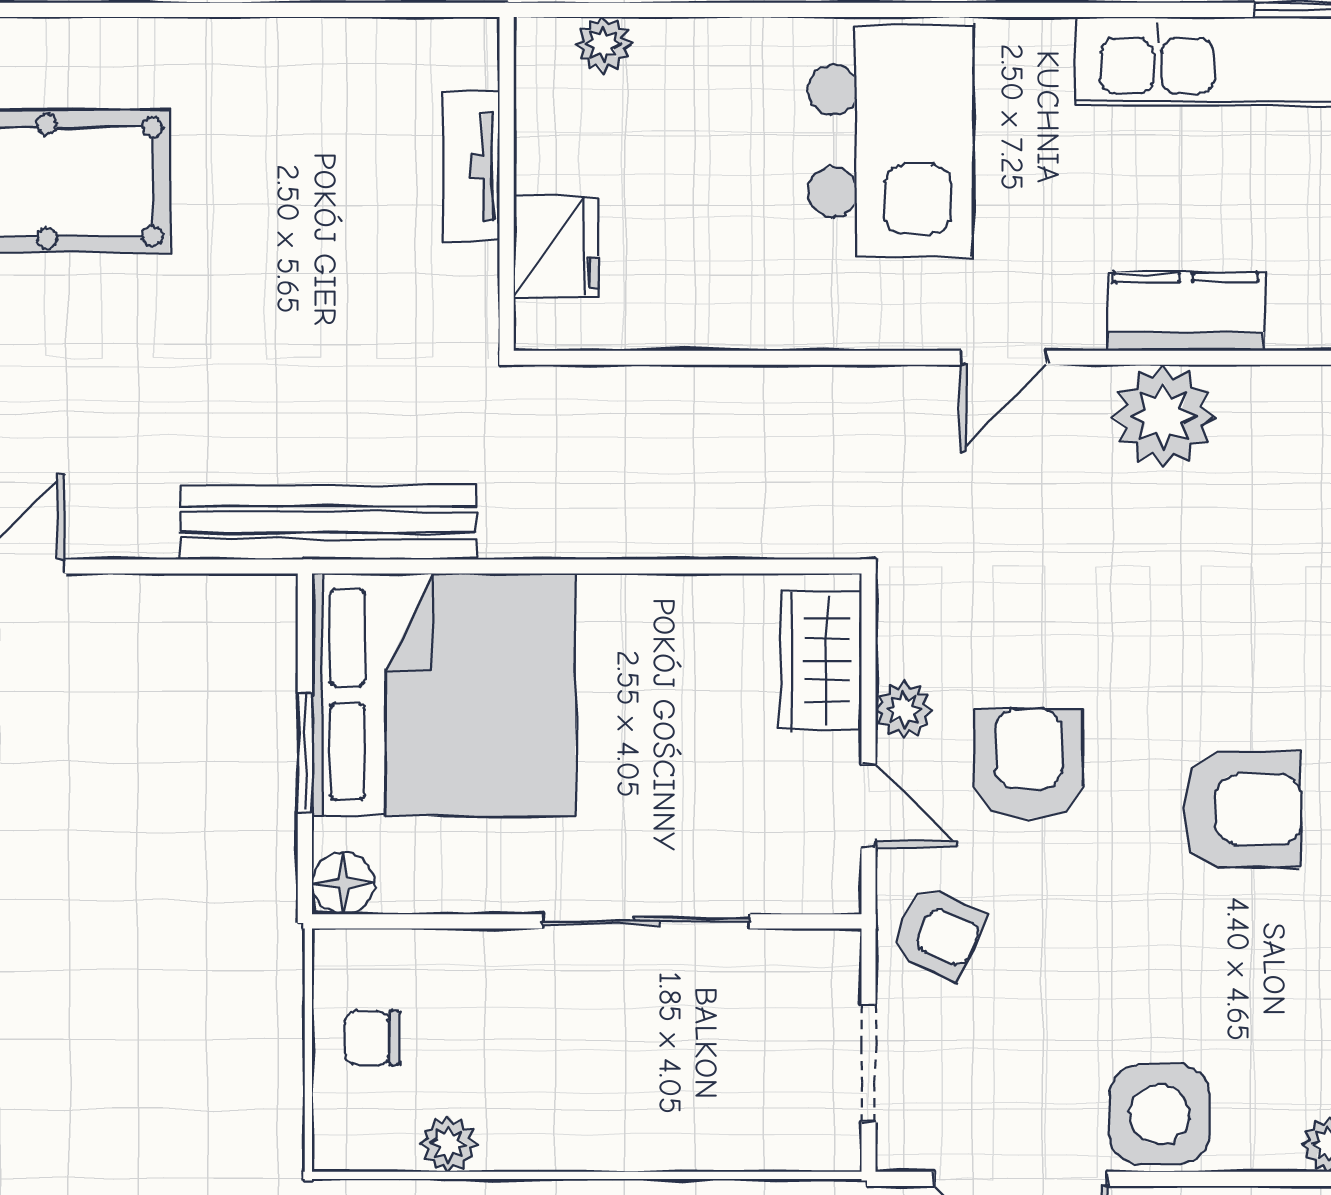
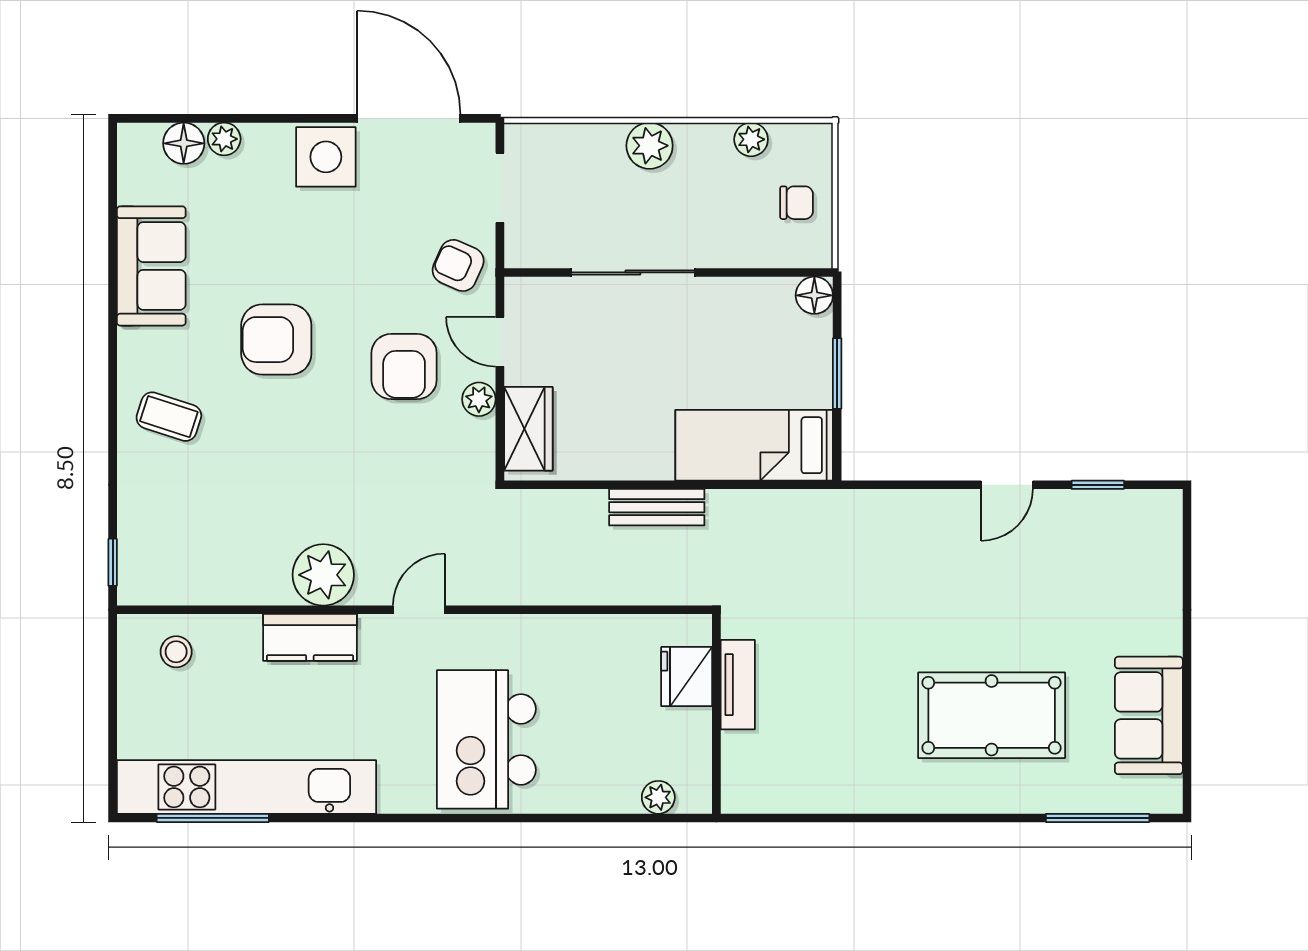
tv unit: (471, 166) -> (738, 685), moved
bench: (328, 523) -> (657, 507), moved, width x0.54, depth x0.82
bed: (443, 695) -> (754, 445), width x0.49
plant: (618, 1133) -> (650, 146), added

